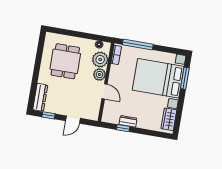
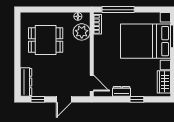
dining table: (65, 61) -> (46, 40), turned 90
plant: (99, 74) -> (84, 48), removed
door: (104, 91) -> (92, 83), moved
window: (123, 128) -> (137, 99), moved

